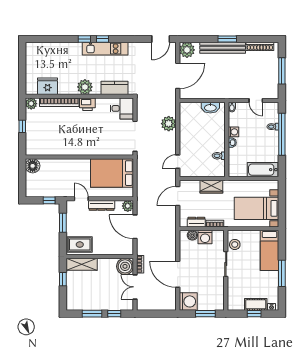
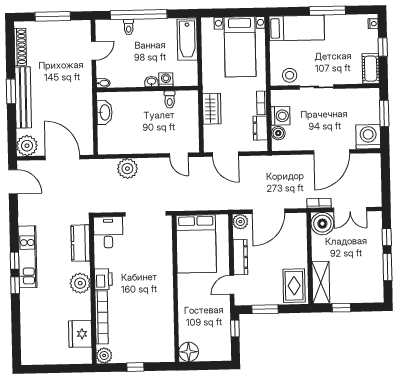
washing machine: (234, 132) -> (166, 80), moved
cot: (256, 304) -> (371, 69), moved

